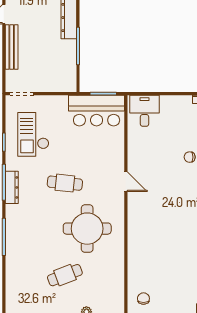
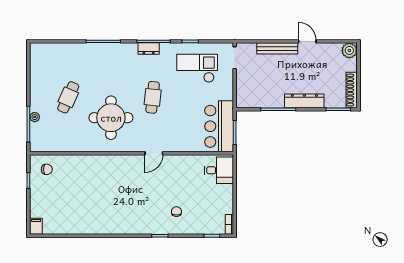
dresser: (12, 187) -> (149, 49), width x0.70
cafe table: (65, 275) -> (68, 97), turned 45

